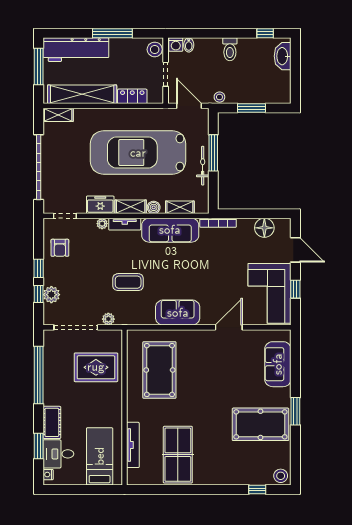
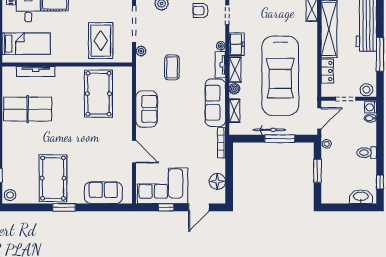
car: (138, 153) -> (280, 76), turned 180
pool table: (159, 370) -> (98, 94), turned 90

